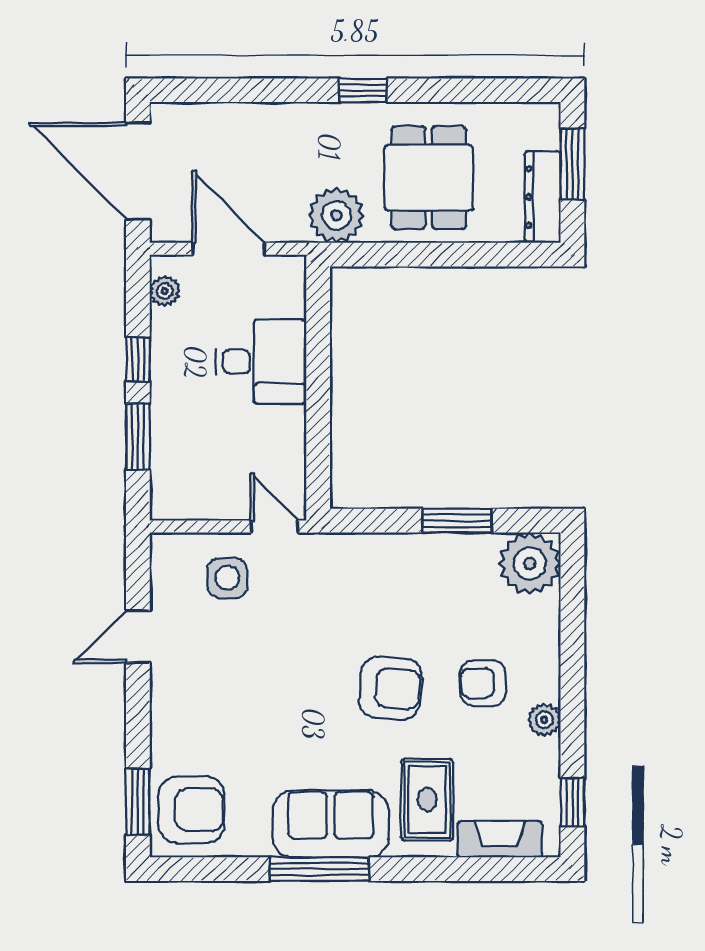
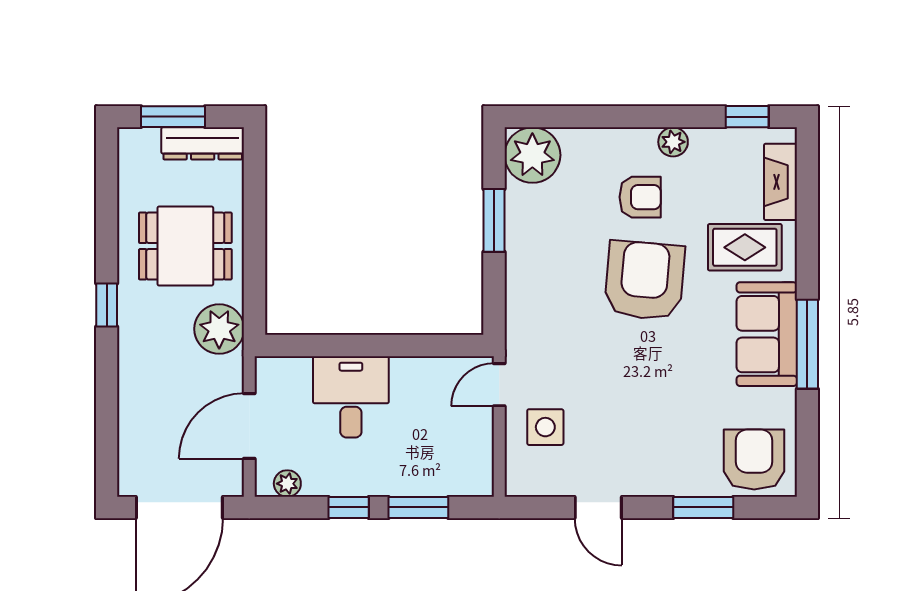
armchair: (483, 683) -> (640, 197), turned -90
armchair: (390, 688) -> (645, 281), width x1.36, depth x1.36
window: (138, 802) -> (703, 507), moved

